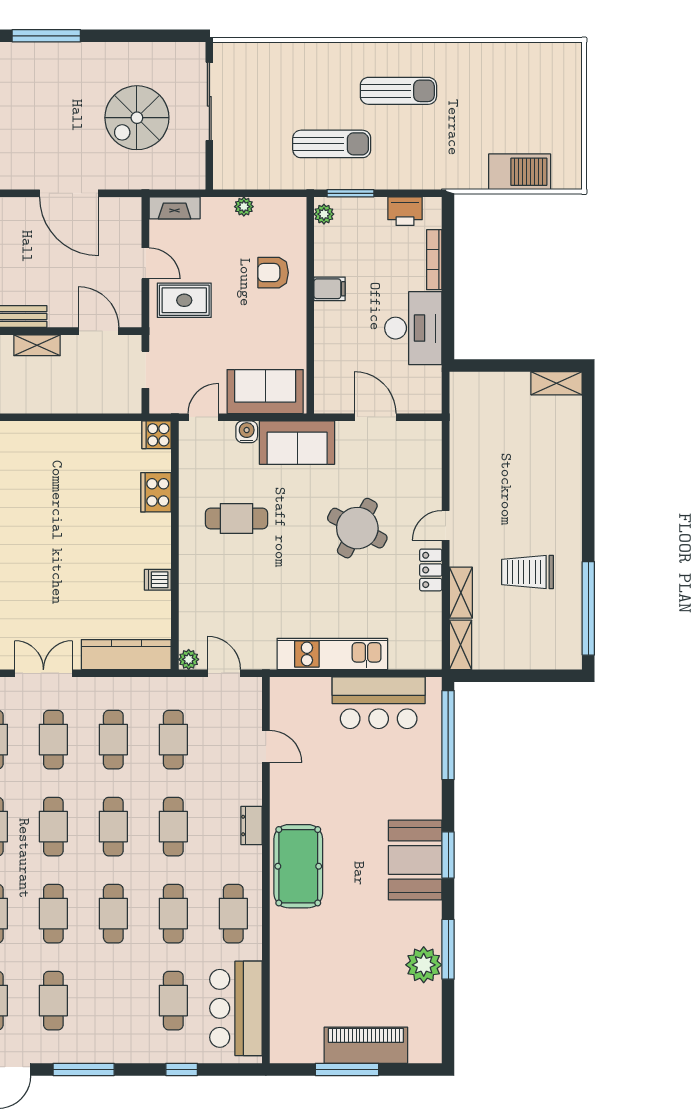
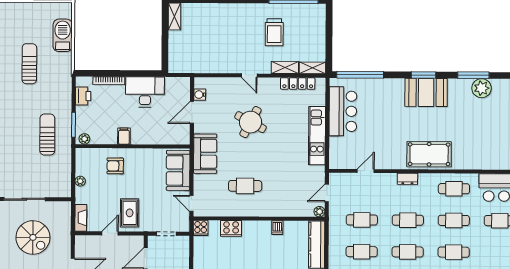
sun lounger: (398, 91) -> (29, 64), moved
armchair: (273, 273) -> (115, 166), turned 90
water cooler: (247, 432) -> (200, 95), moved
cafe table: (236, 518) -> (245, 186), turned 90
locker: (431, 570) -> (298, 83), moved, width x1.53

